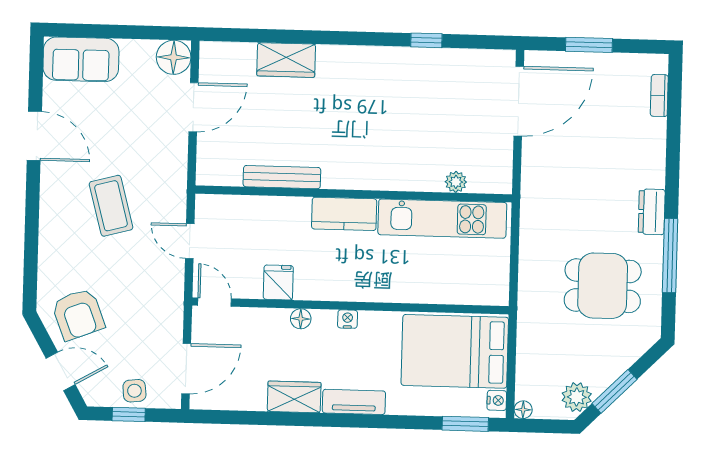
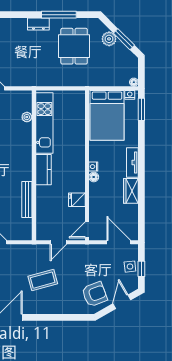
floor lamp: (301, 319) -> (94, 177), moved
plant: (577, 397) -> (109, 39), moved

